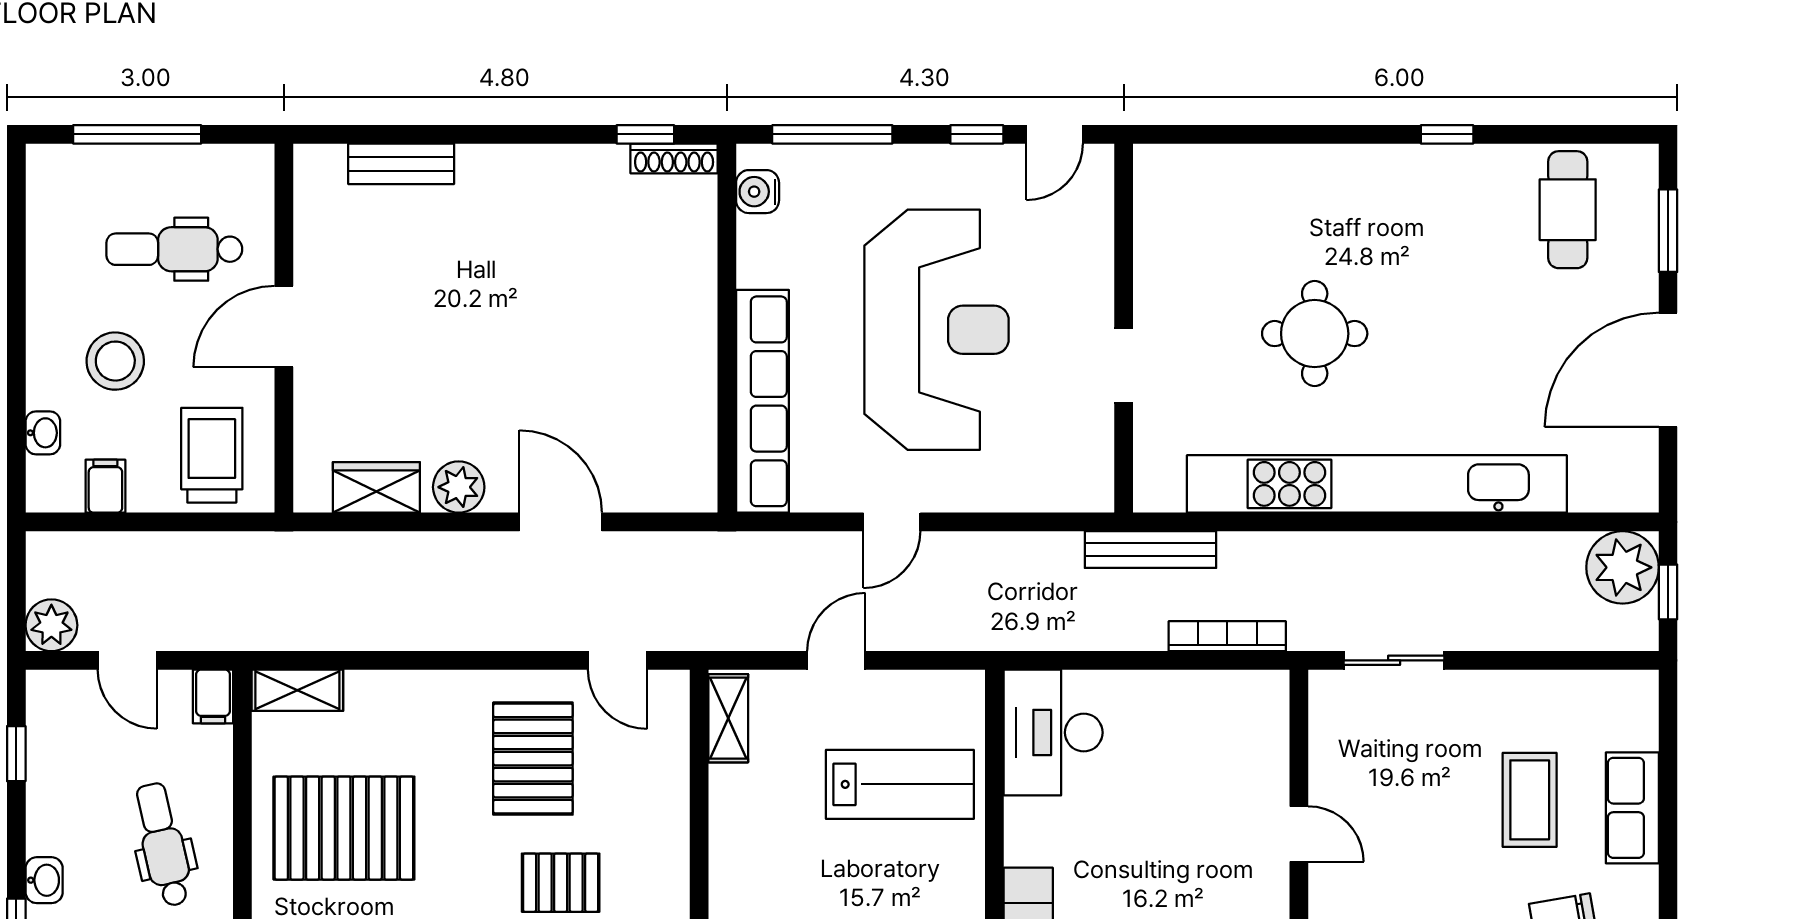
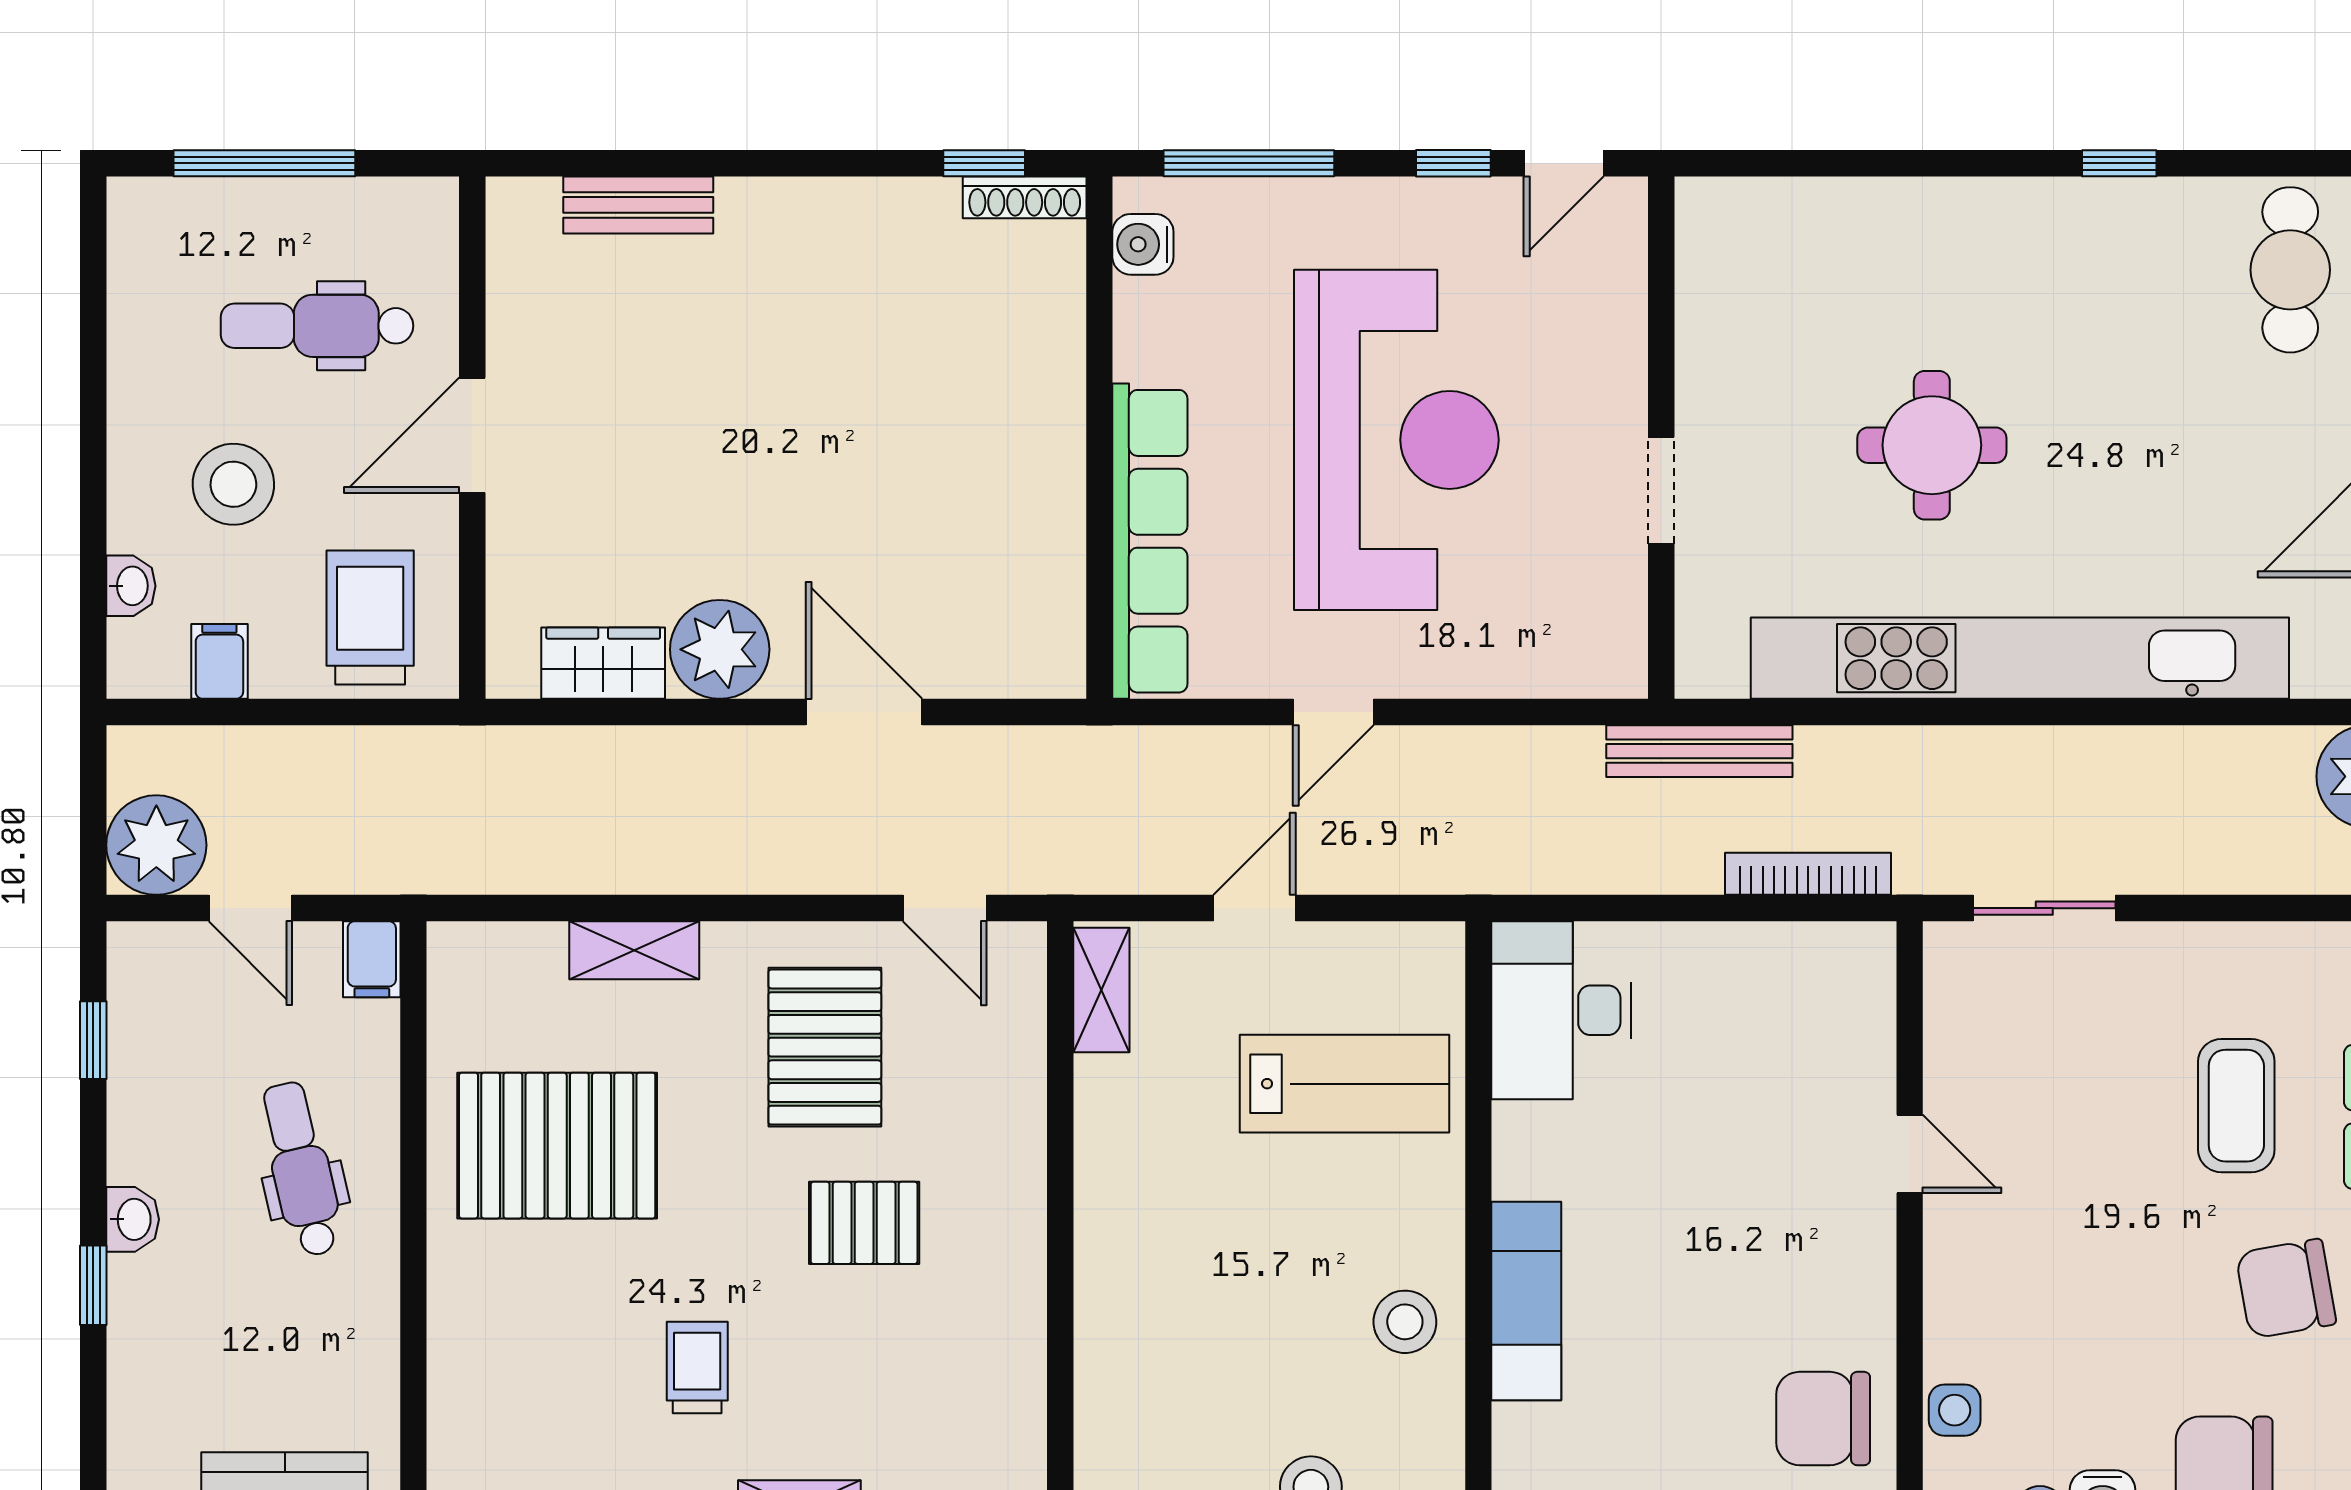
plant: (459, 487) -> (720, 649), width x1.36, depth x1.36
plant: (51, 625) -> (156, 845), width x1.36, depth x1.36
shelving: (297, 690) -> (634, 950), moved

